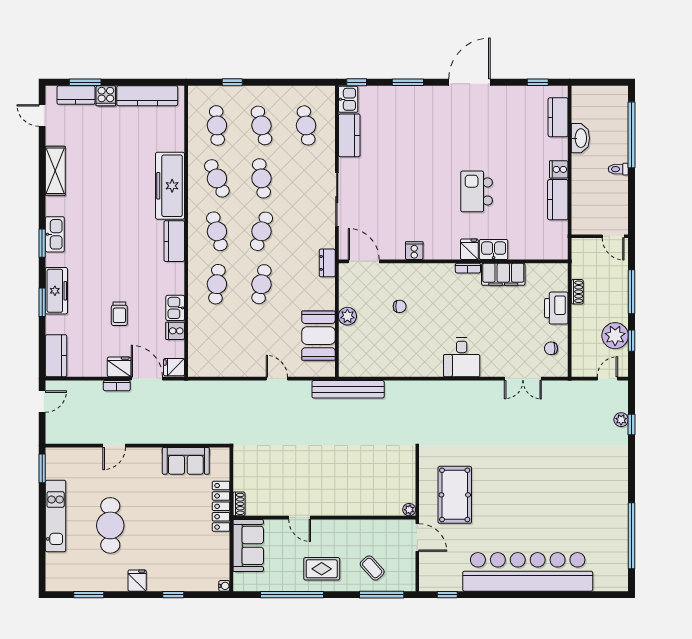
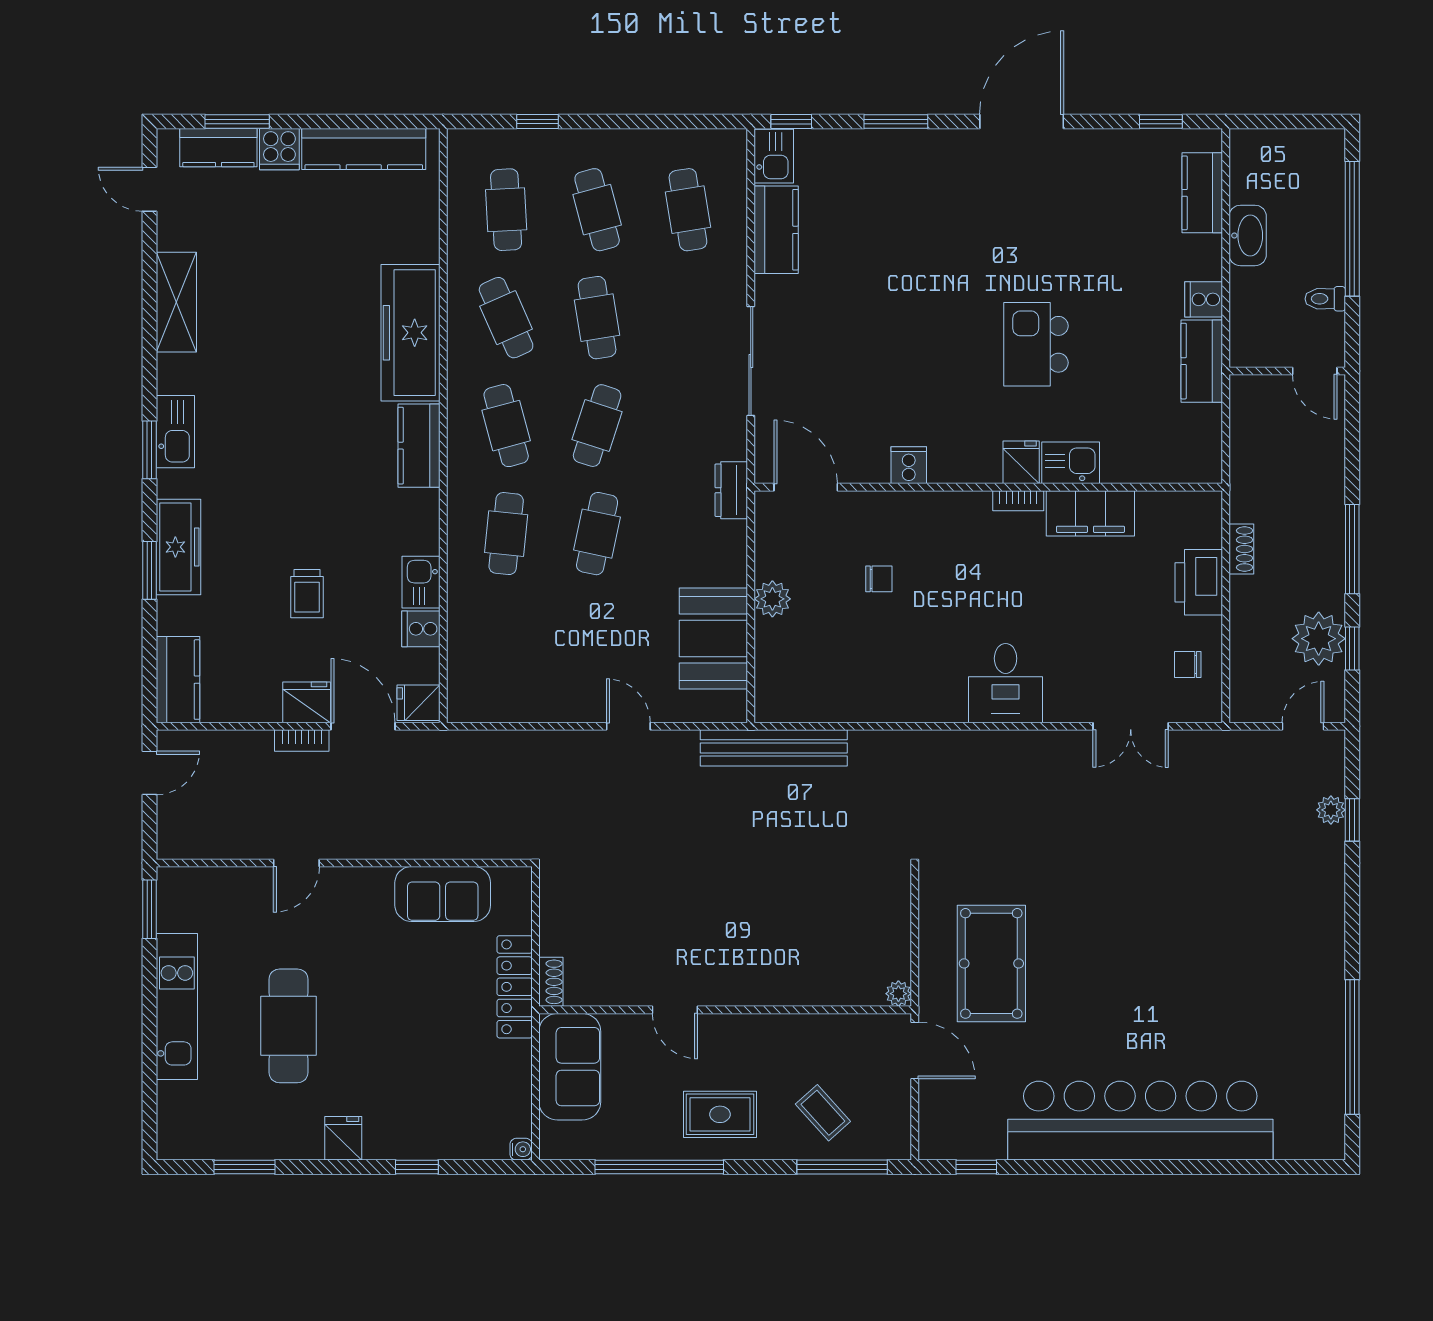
wall: (600, 236) -> (1287, 371), moved
door: (613, 236) -> (1315, 371), moved

